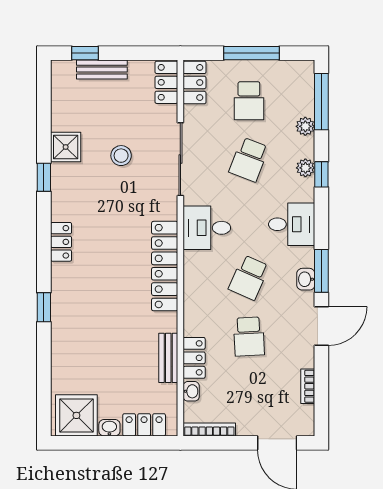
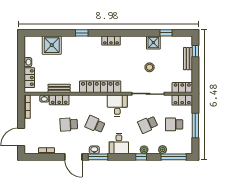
school desk: (249, 160) -> (148, 124), turned -45
window: (44, 177) -> (166, 33), moved
shower: (76, 415) -> (52, 45), moved

